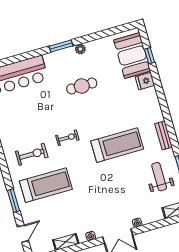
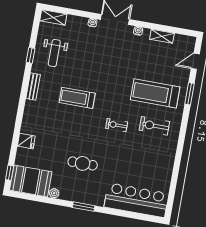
plant: (80, 49) -> (54, 193), moved
booth: (132, 56) -> (31, 181), moved, turned 90
window: (149, 56) -> (10, 173), moved
treadmill: (117, 145) -> (77, 98), width x0.73, depth x0.73

